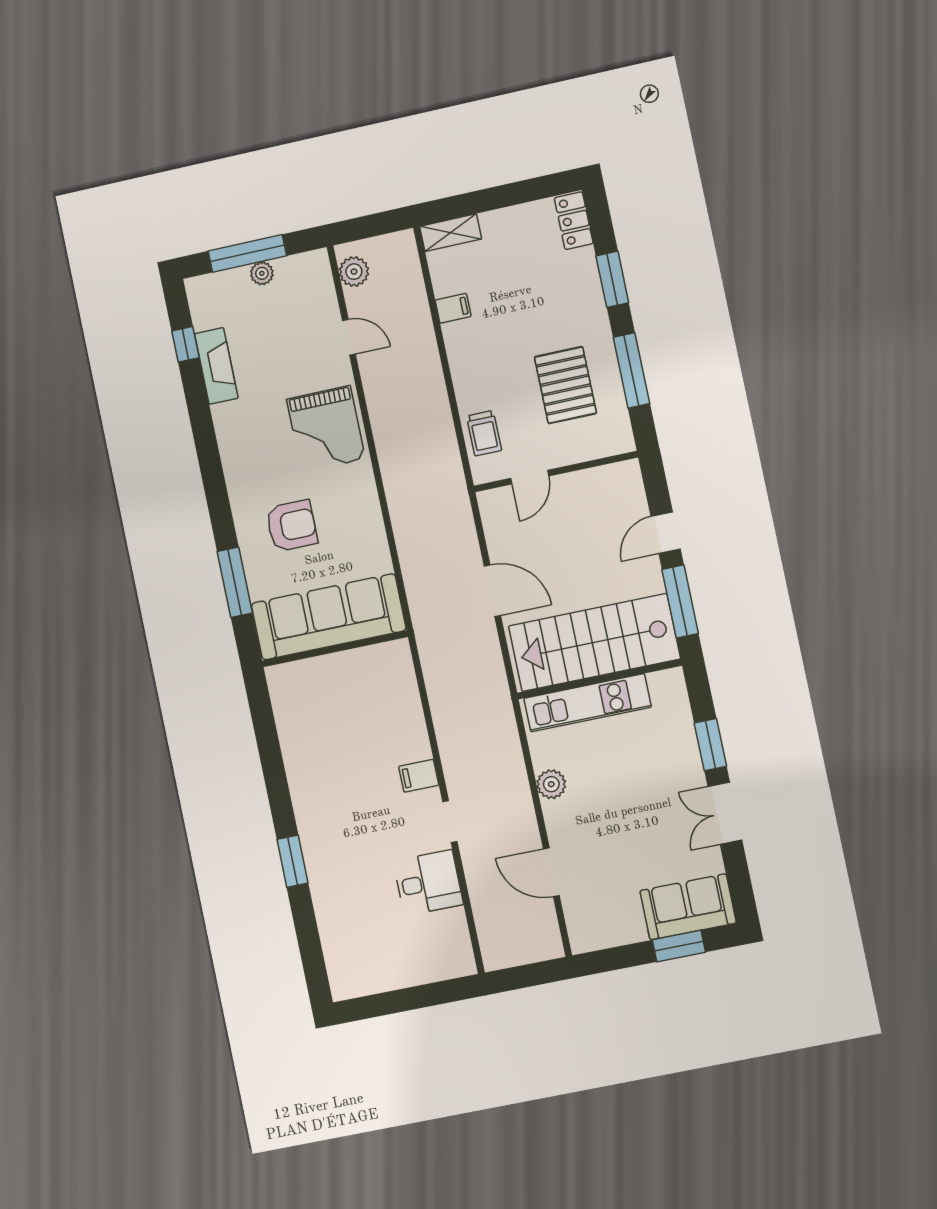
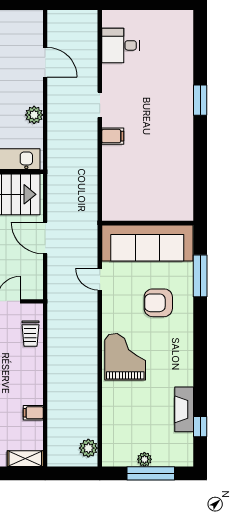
door: (349, 337) -> (100, 279), moved
trolley: (484, 433) -> (30, 334), turned 180
desk: (428, 883) -> (121, 45), moved

